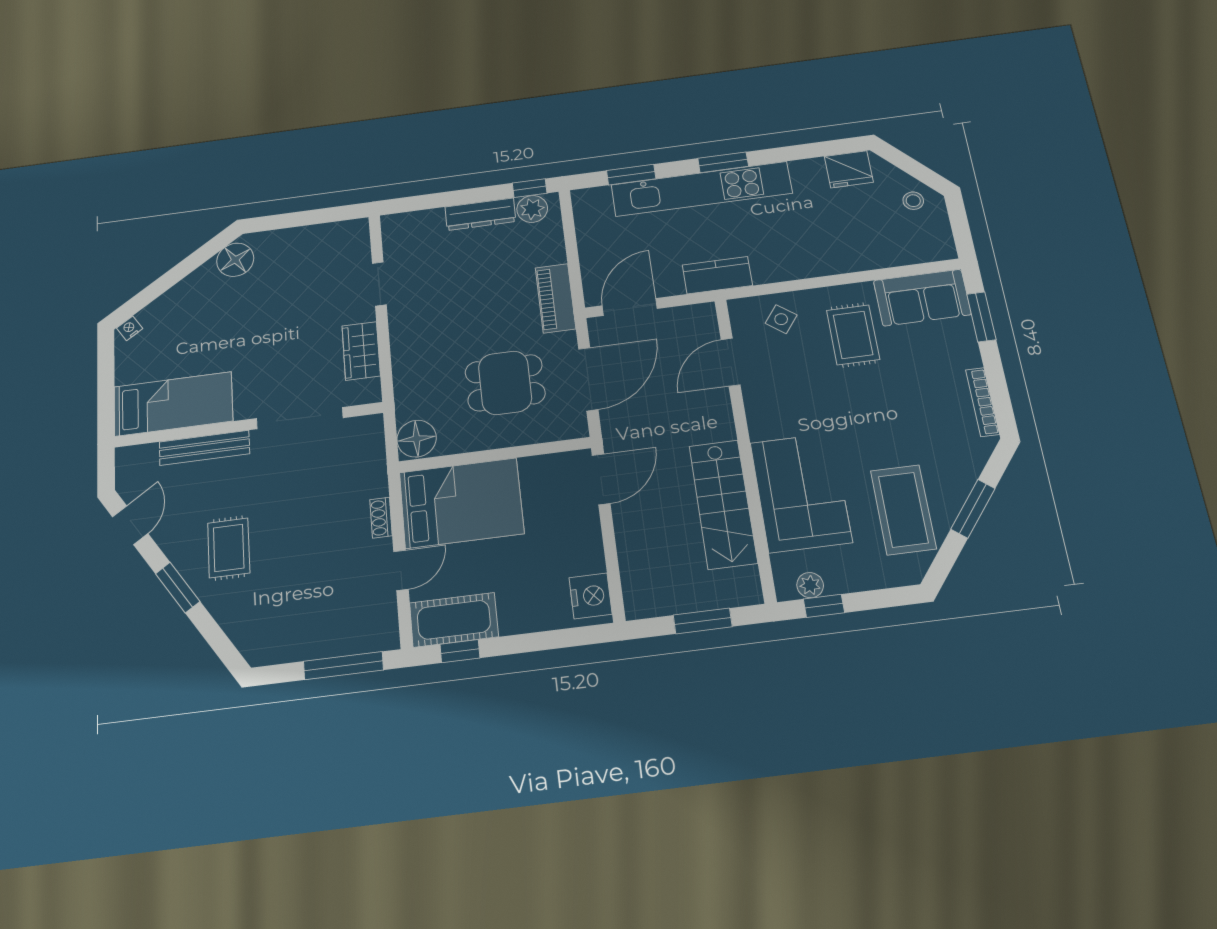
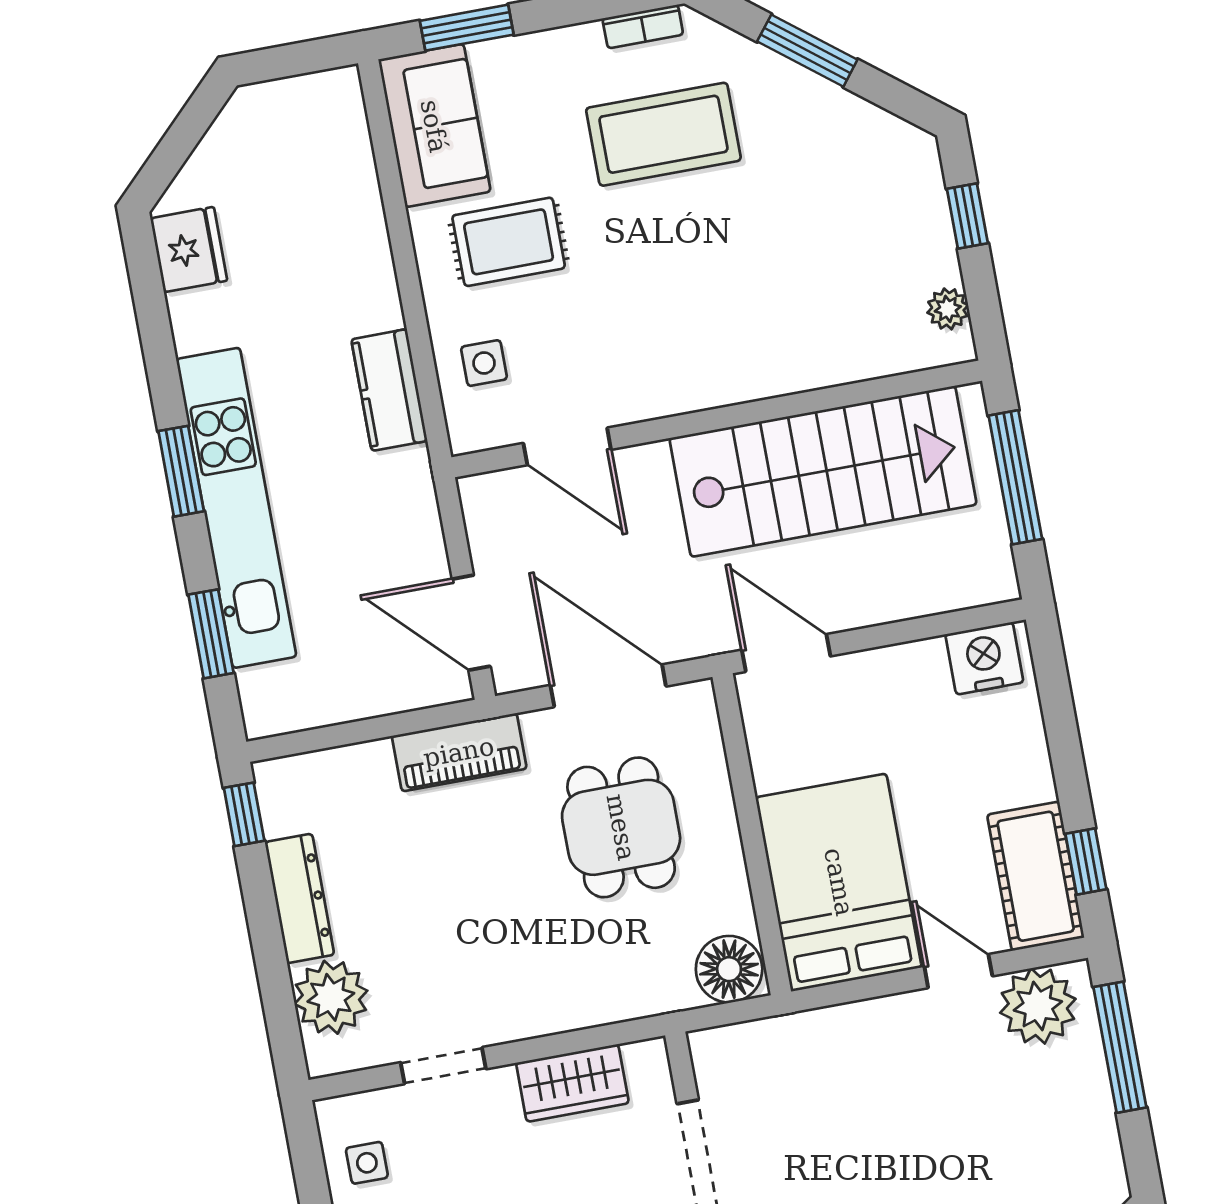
stool: (913, 201) -> (248, 138), removed
plant: (532, 209) -> (331, 997), moved, width x1.36, depth x1.36
side table: (331, 243) -> (367, 1163), added
kitchen counter: (717, 275) -> (389, 390), moved
side table: (781, 319) -> (484, 363), turned -37
bookcase: (982, 402) -> (643, 26), width x0.64
corner sofa: (801, 492) -> (793, 326), removed
stairs: (723, 504) -> (823, 471), width x1.36, depth x1.51
coffee table: (903, 510) -> (663, 134), moved
shoe rack: (381, 518) -> (871, 1014), removed
window: (824, 606) -> (967, 216), moved
plant: (375, 617) -> (1038, 1006), added
window: (703, 621) -> (1015, 477), width x1.44

